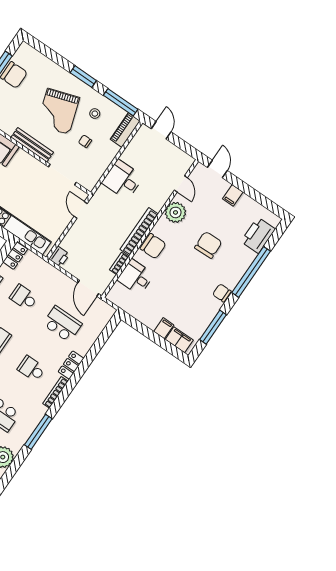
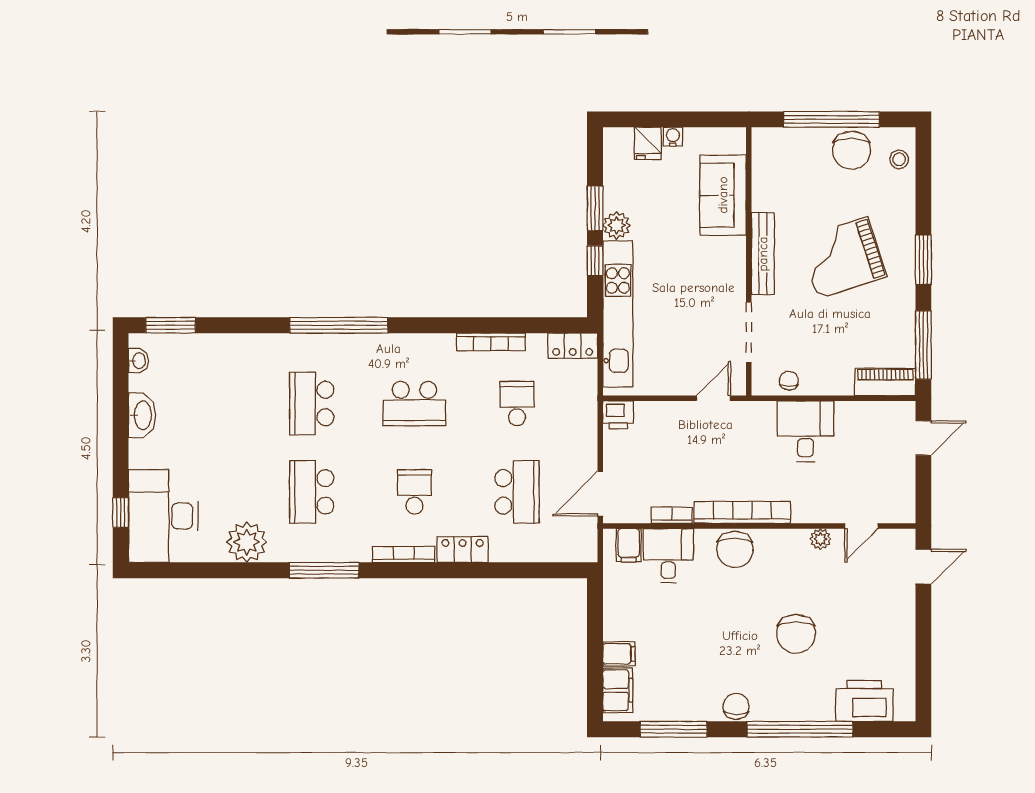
stool: (95, 114) -> (899, 159), moved
chair: (85, 141) -> (789, 381), moved
filing cabinet: (233, 195) -> (629, 545), moved, turned -90
plant: (176, 212) -> (820, 539), width x0.53, depth x0.53
chair: (208, 245) -> (796, 634), turned 92

